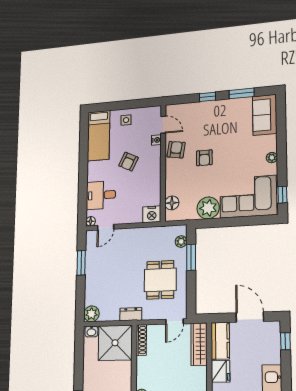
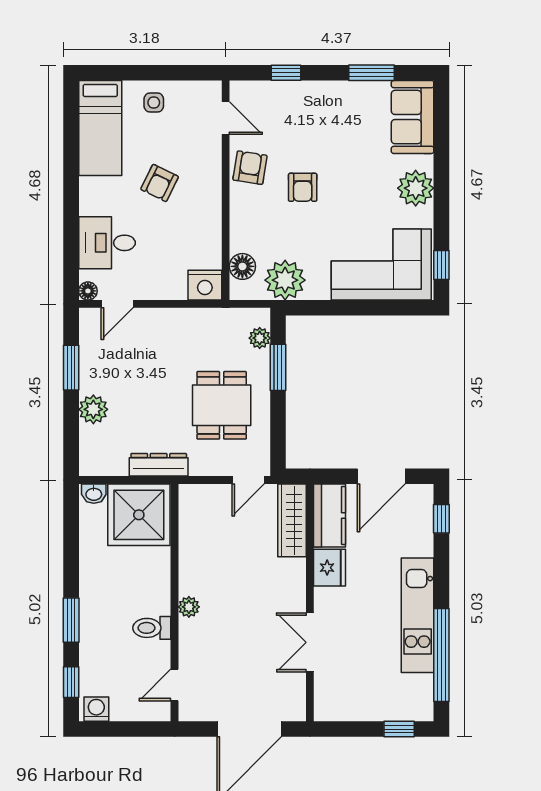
window: (207, 97) -> (286, 73), moved
nightstand: (156, 140) -> (213, 146), removed
plant: (272, 158) -> (416, 188), width x1.88, depth x1.88
plant: (208, 208) -> (285, 280), moved
plant: (91, 314) -> (93, 409), moved
dresser: (131, 314) -> (159, 465), width x1.44
door: (250, 317) -> (381, 476), swing flipped
shoe rack: (141, 340) -> (188, 511), removed

